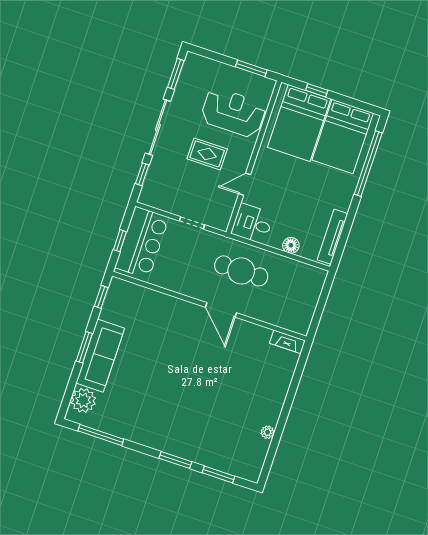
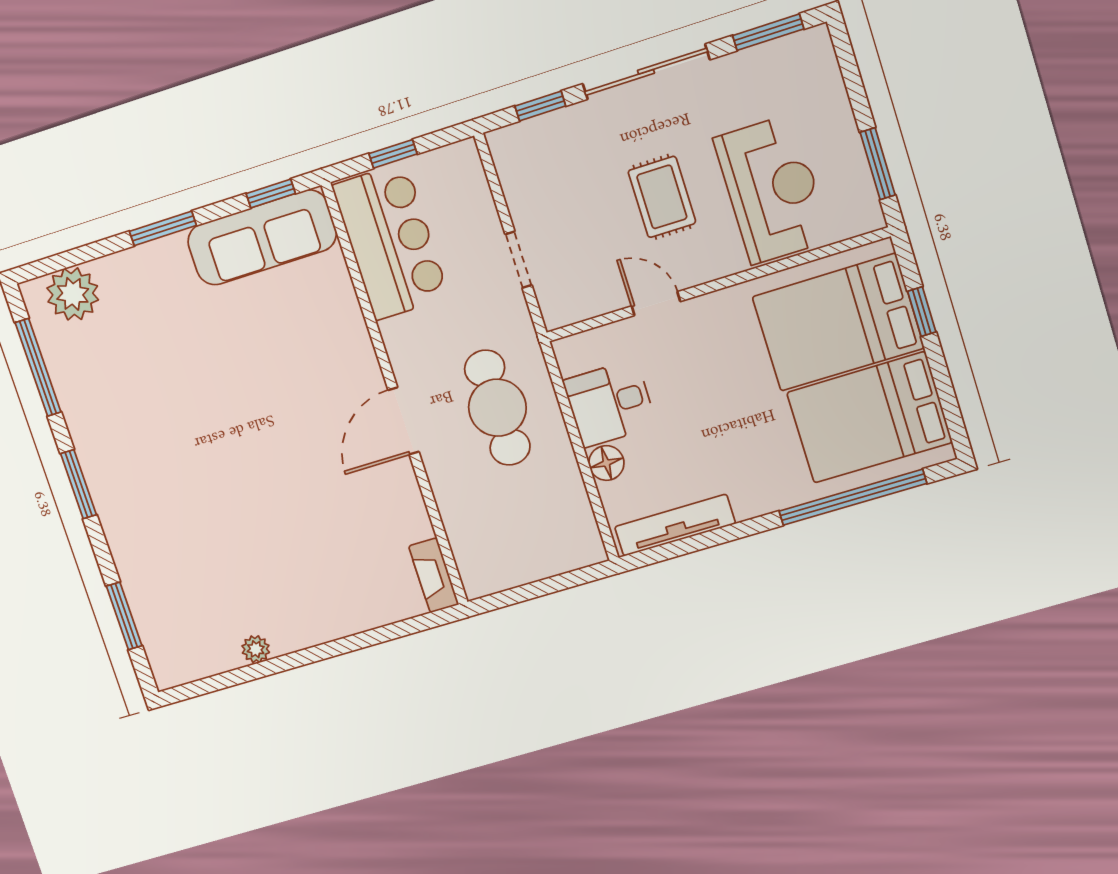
desk: (252, 224) -> (610, 403), moved, turned -90
bar counter: (142, 243) -> (390, 242), moved, turned -90
sofa: (100, 356) -> (262, 237), moved
window: (175, 460) -> (79, 484), moved

